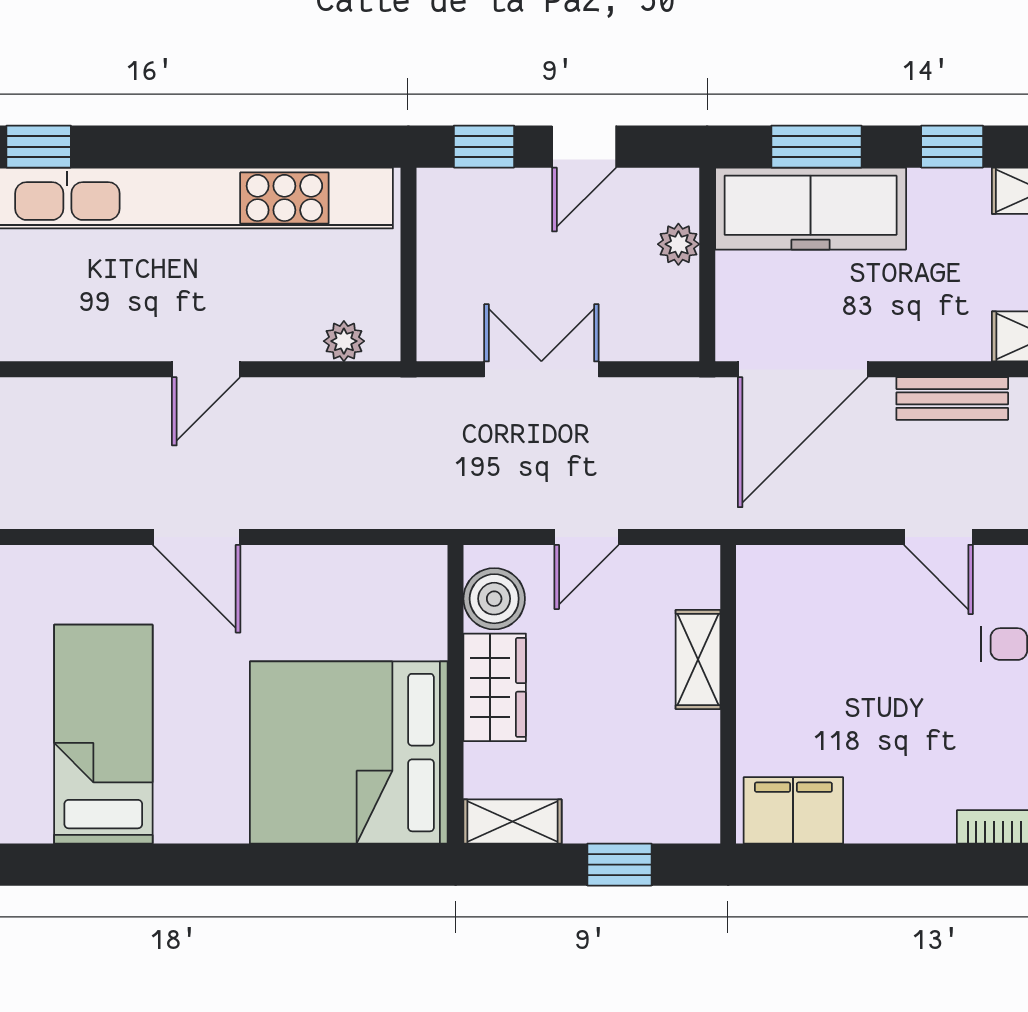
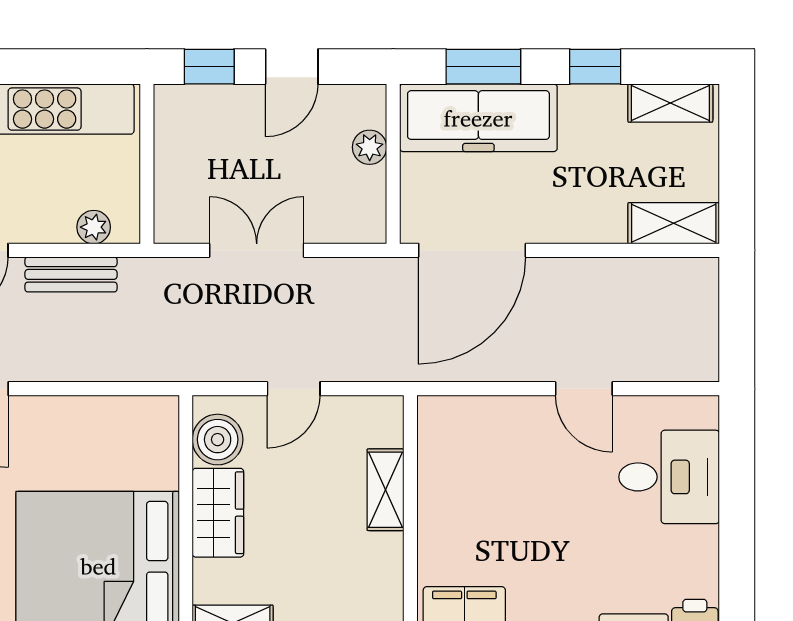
bench: (952, 398) -> (71, 274), moved

